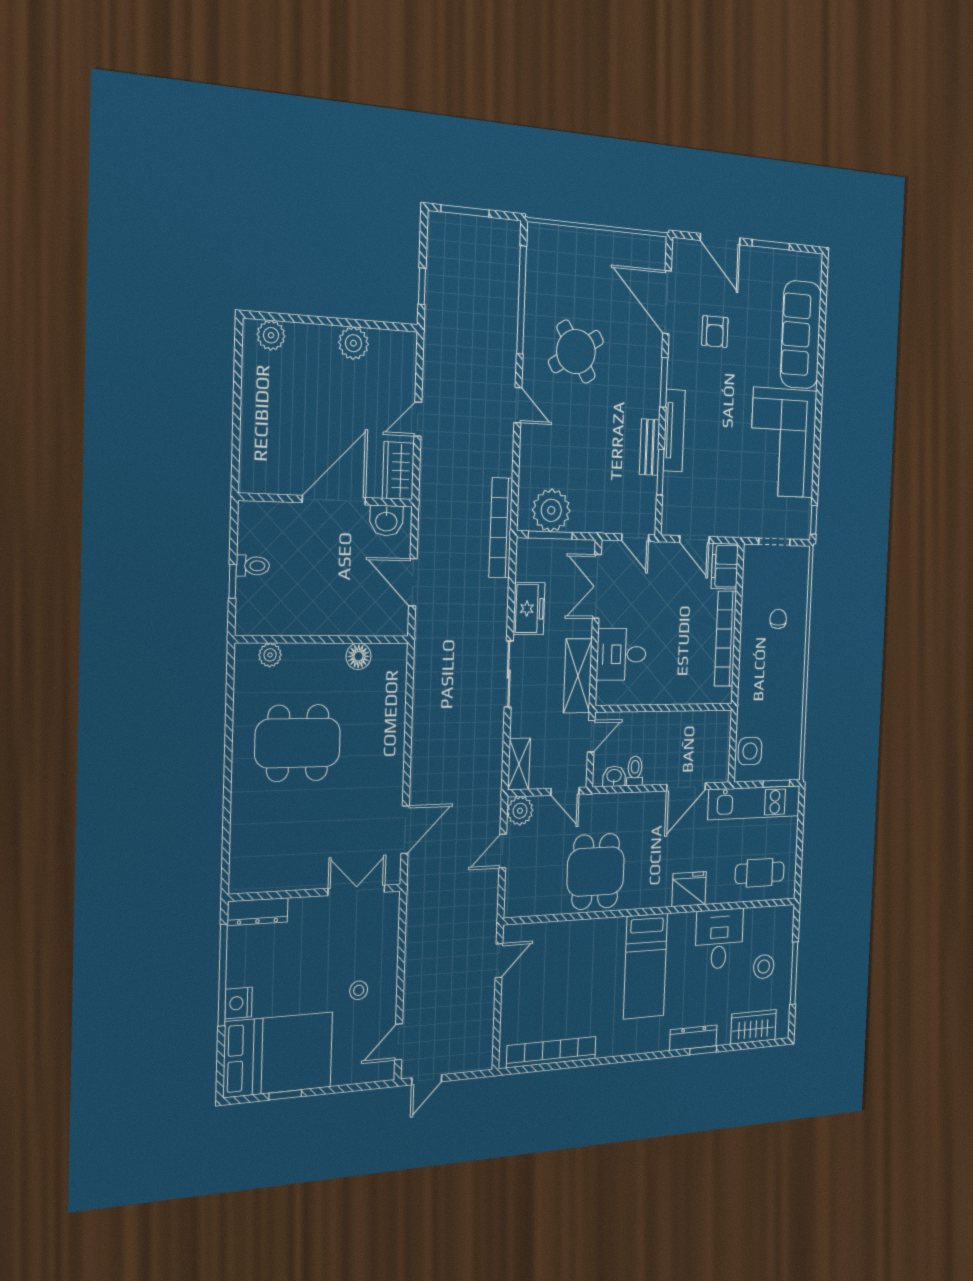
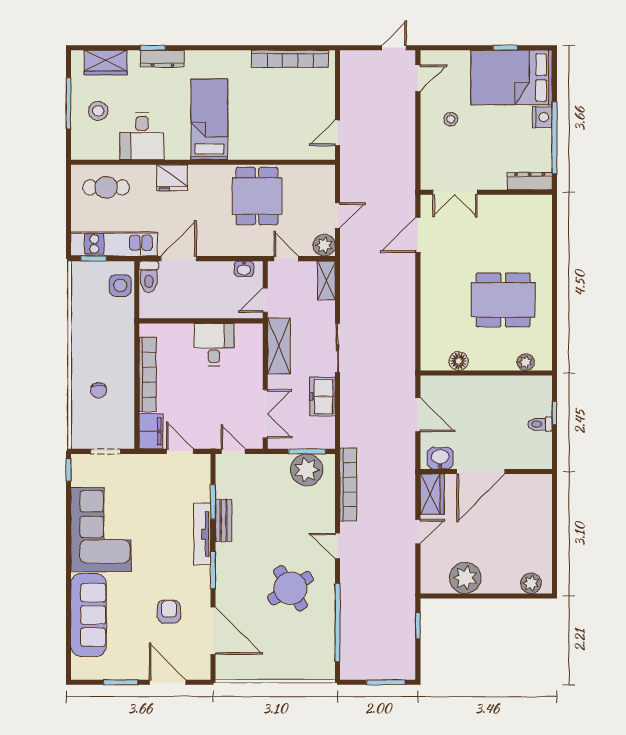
plant: (353, 343) -> (465, 578), width x1.36, depth x1.36
bookcase: (501, 528) -> (348, 485), moved
desk: (621, 654) -> (214, 345), moved, turned -90
toilet: (635, 771) -> (149, 277), moved, width x1.37, depth x1.39

